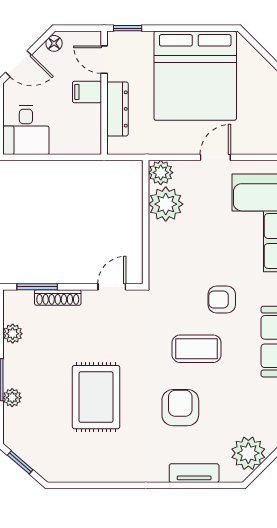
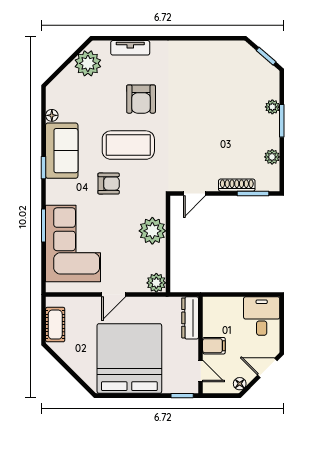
dresser: (117, 109) -> (190, 318), moved
plant: (166, 204) -> (152, 231), moved
coffee table: (197, 349) -> (128, 145), width x1.36, depth x1.32
rug: (96, 397) -> (207, 107), removed

